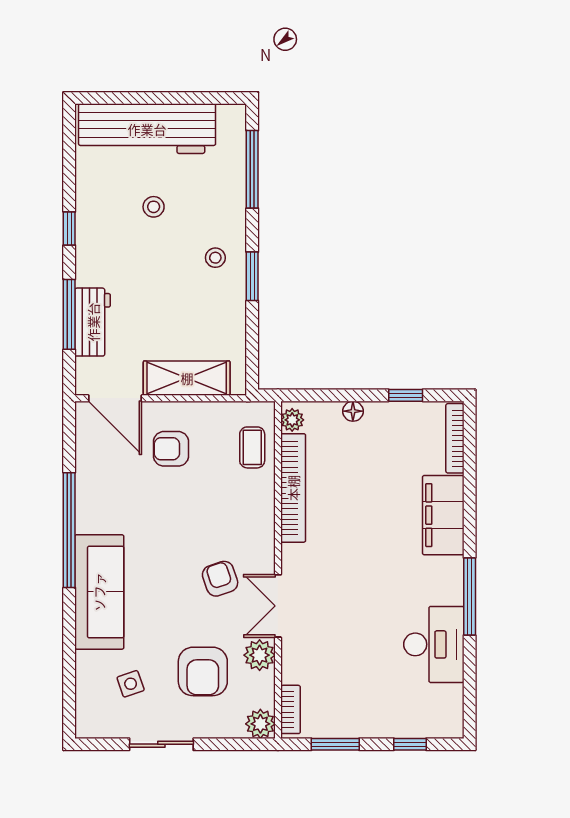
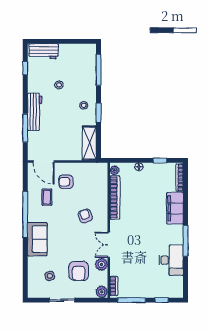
workbench: (147, 129) -> (44, 51), width x0.53, depth x0.76
window: (69, 228) -> (25, 68), moved
workbench: (93, 322) -> (35, 112), moved, width x1.38
shelving: (187, 378) -> (89, 143), moved, turned 90
coffee table: (252, 447) -> (47, 197), moved
armchair: (220, 579) -> (85, 216), moved
sofa: (99, 592) -> (37, 239), width x0.73
window: (335, 744) -> (132, 300), width x1.44

